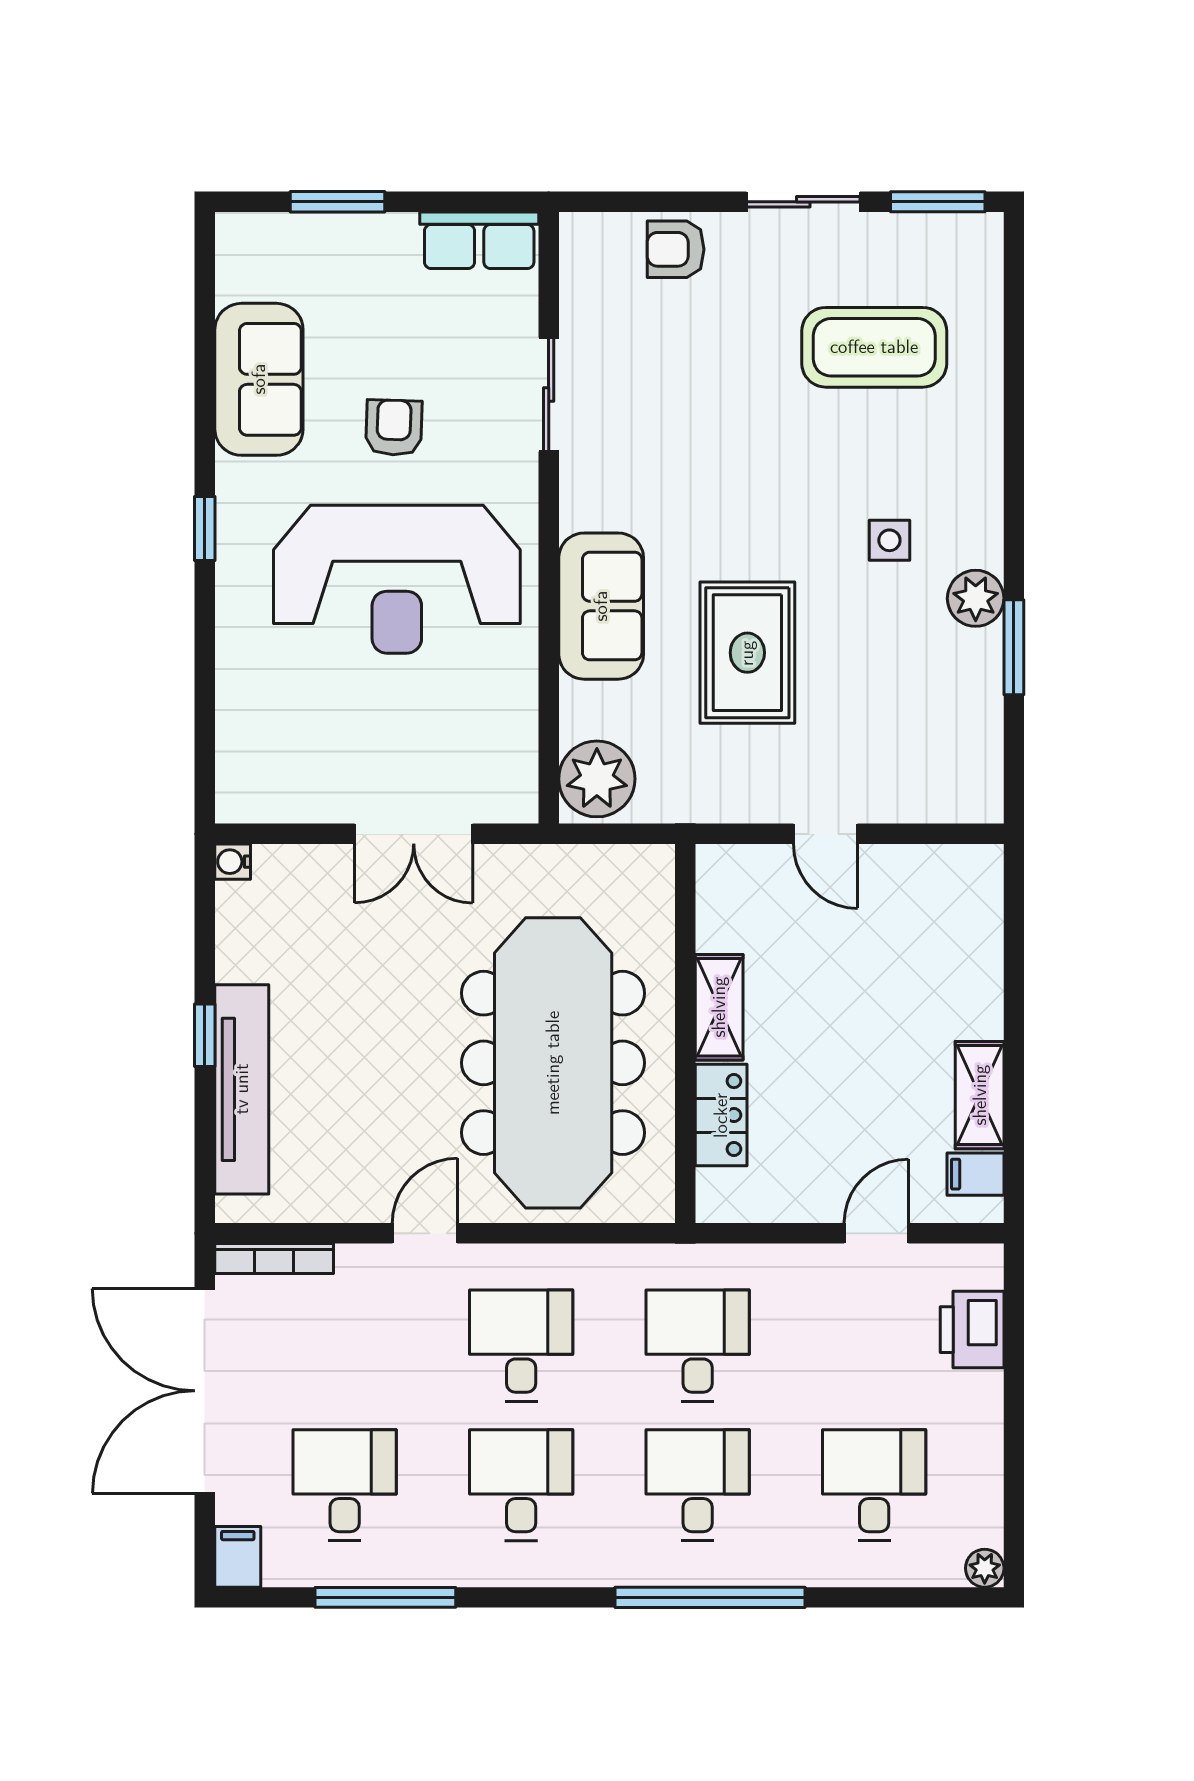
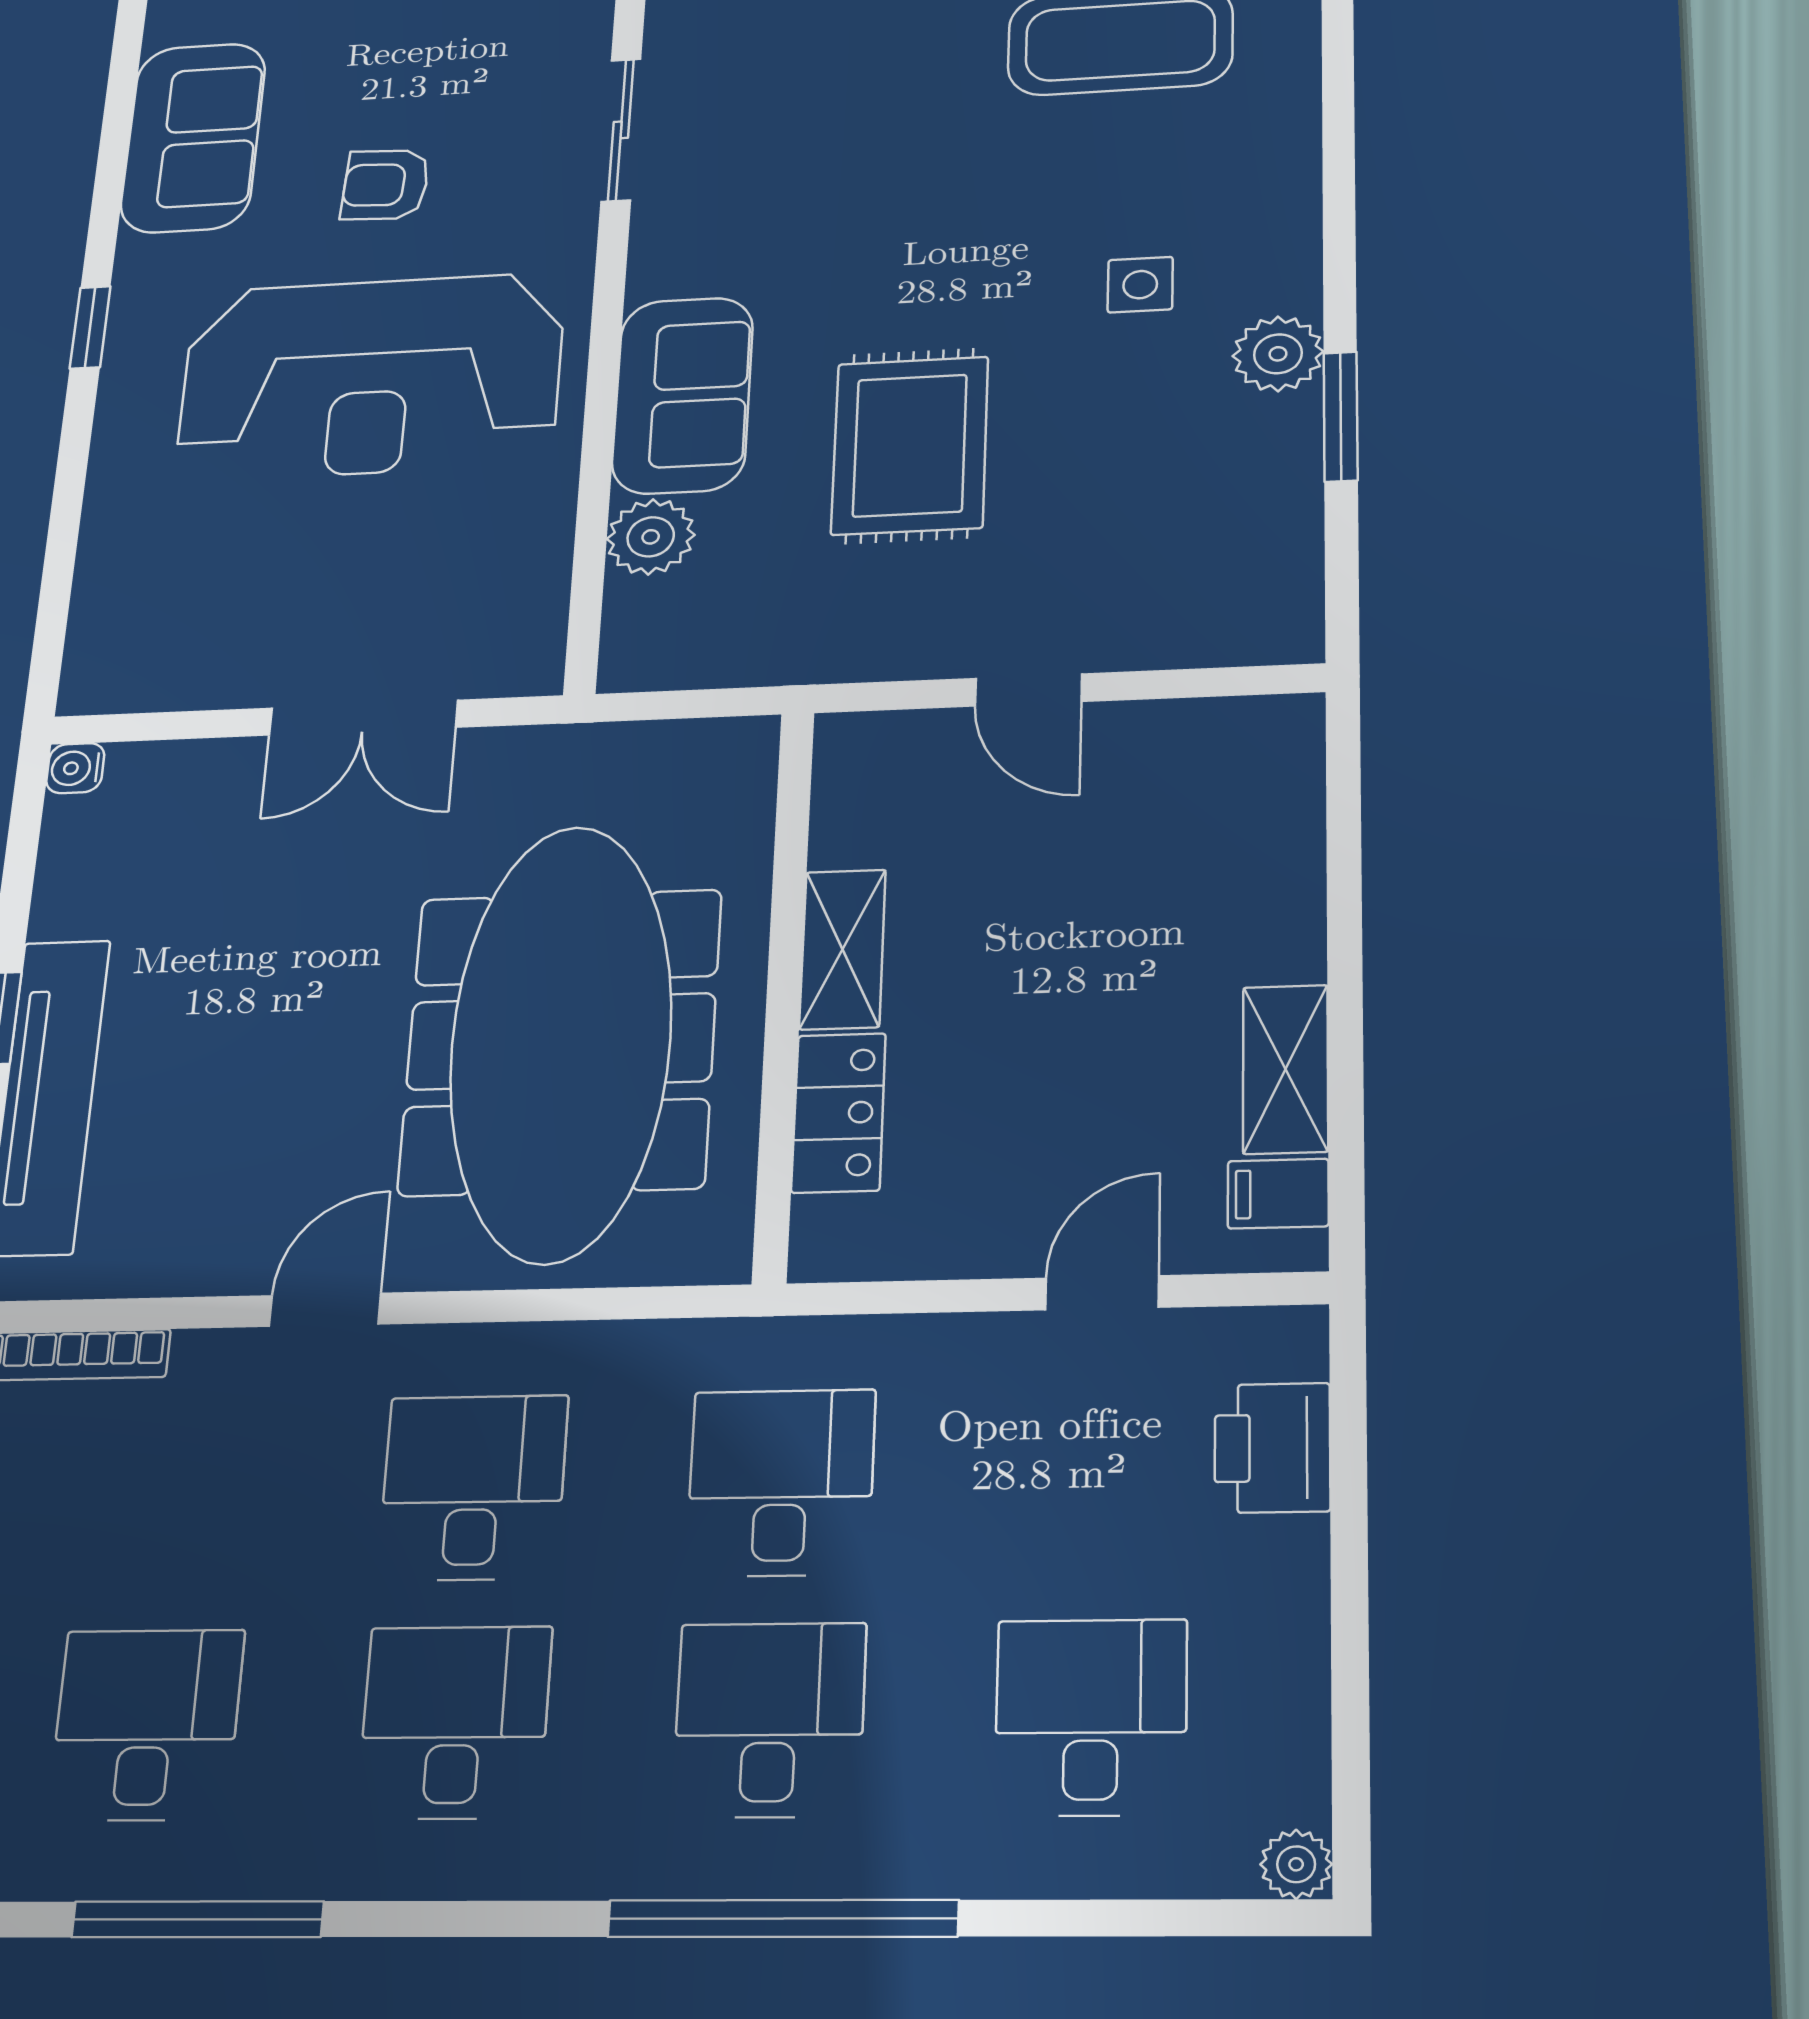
armchair: (394, 428) -> (385, 185), turned -89
plant: (597, 779) -> (651, 537), moved, width x0.73, depth x0.73

